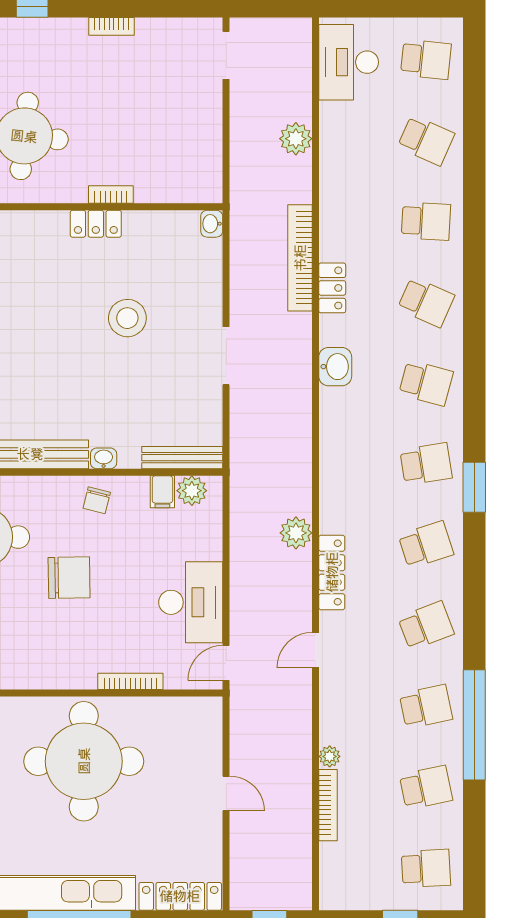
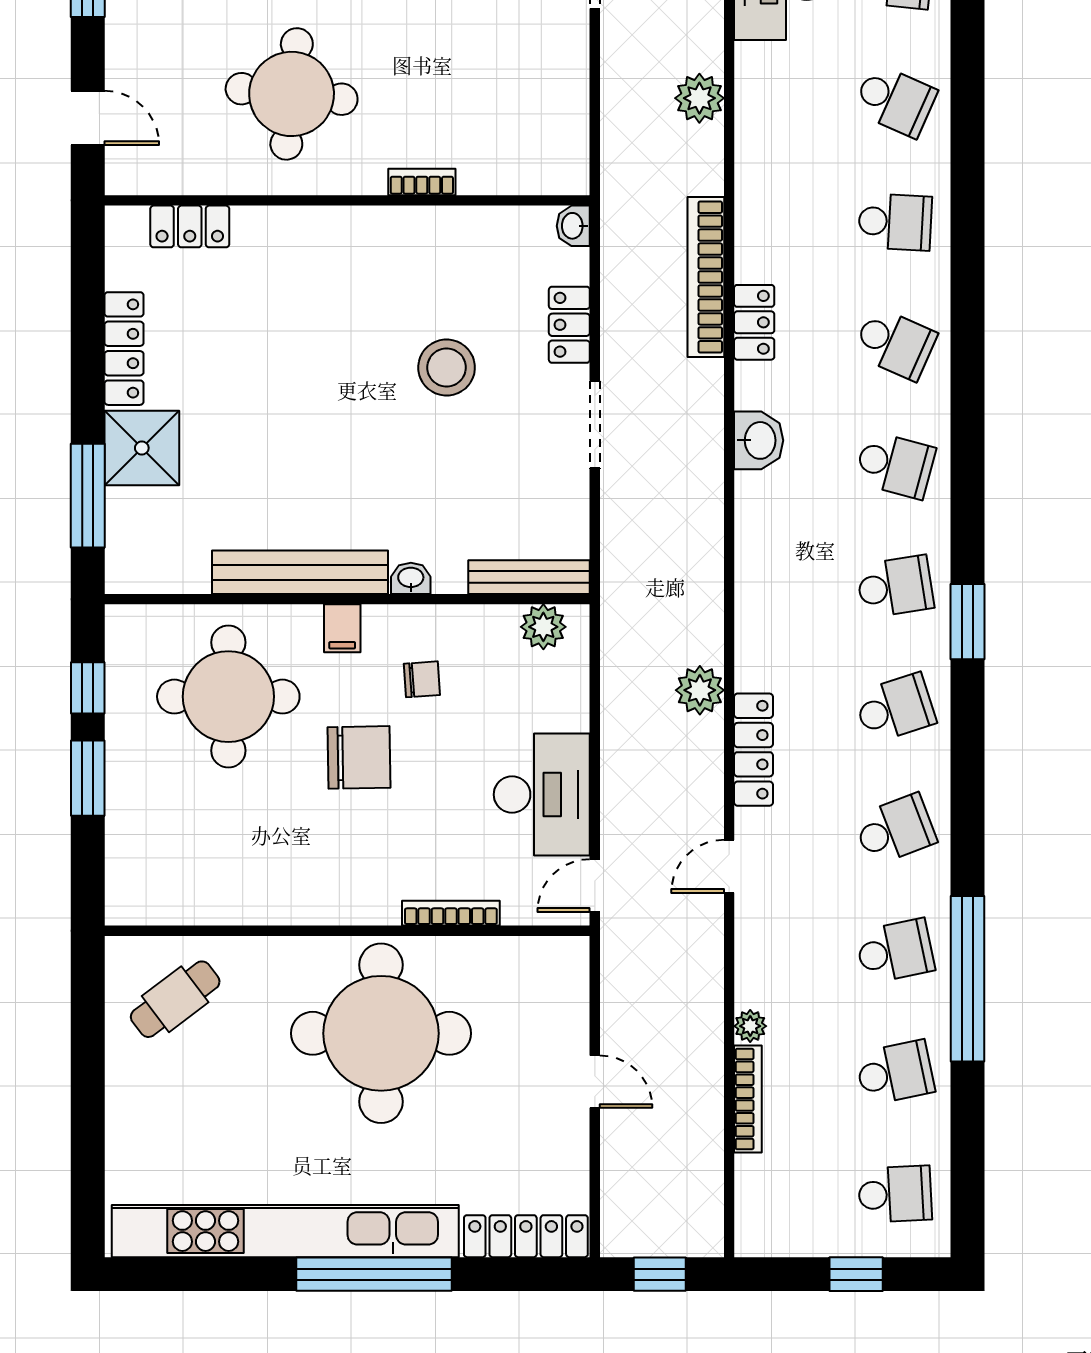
locker: (96, 224) -> (569, 325), moved, turned 90
filing cabinet: (162, 492) -> (342, 628), moved
chair: (97, 500) -> (422, 679), moved, turned -108

